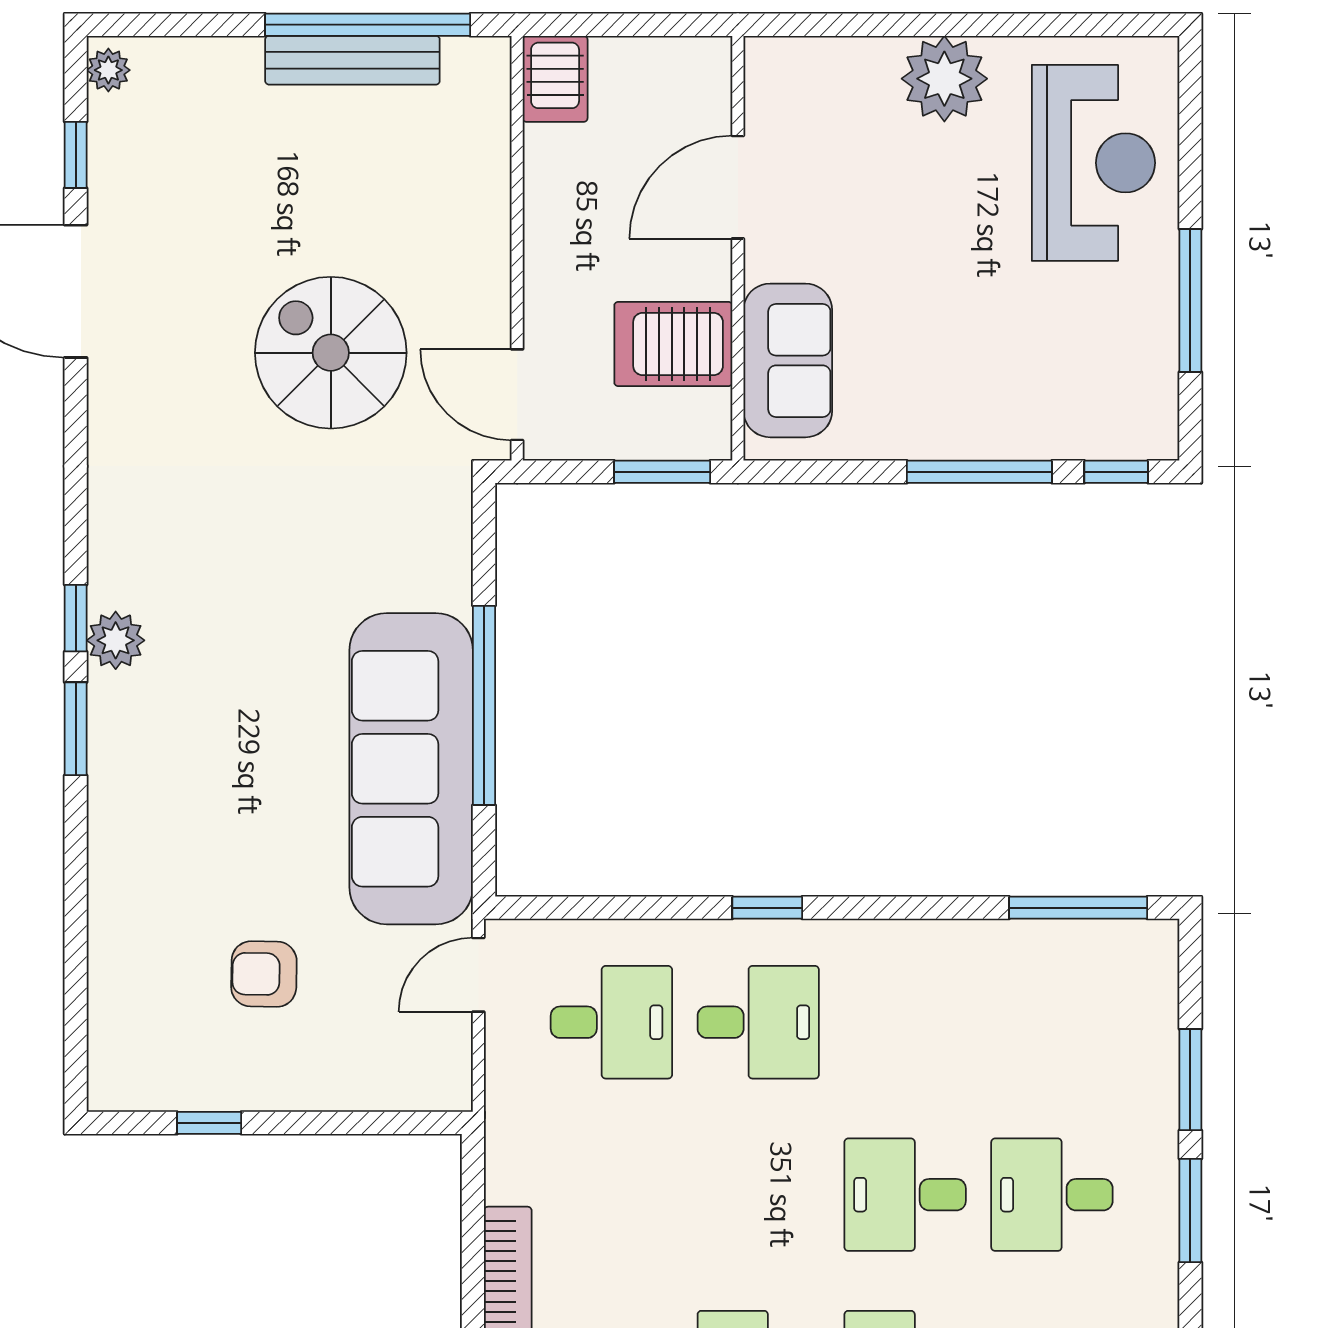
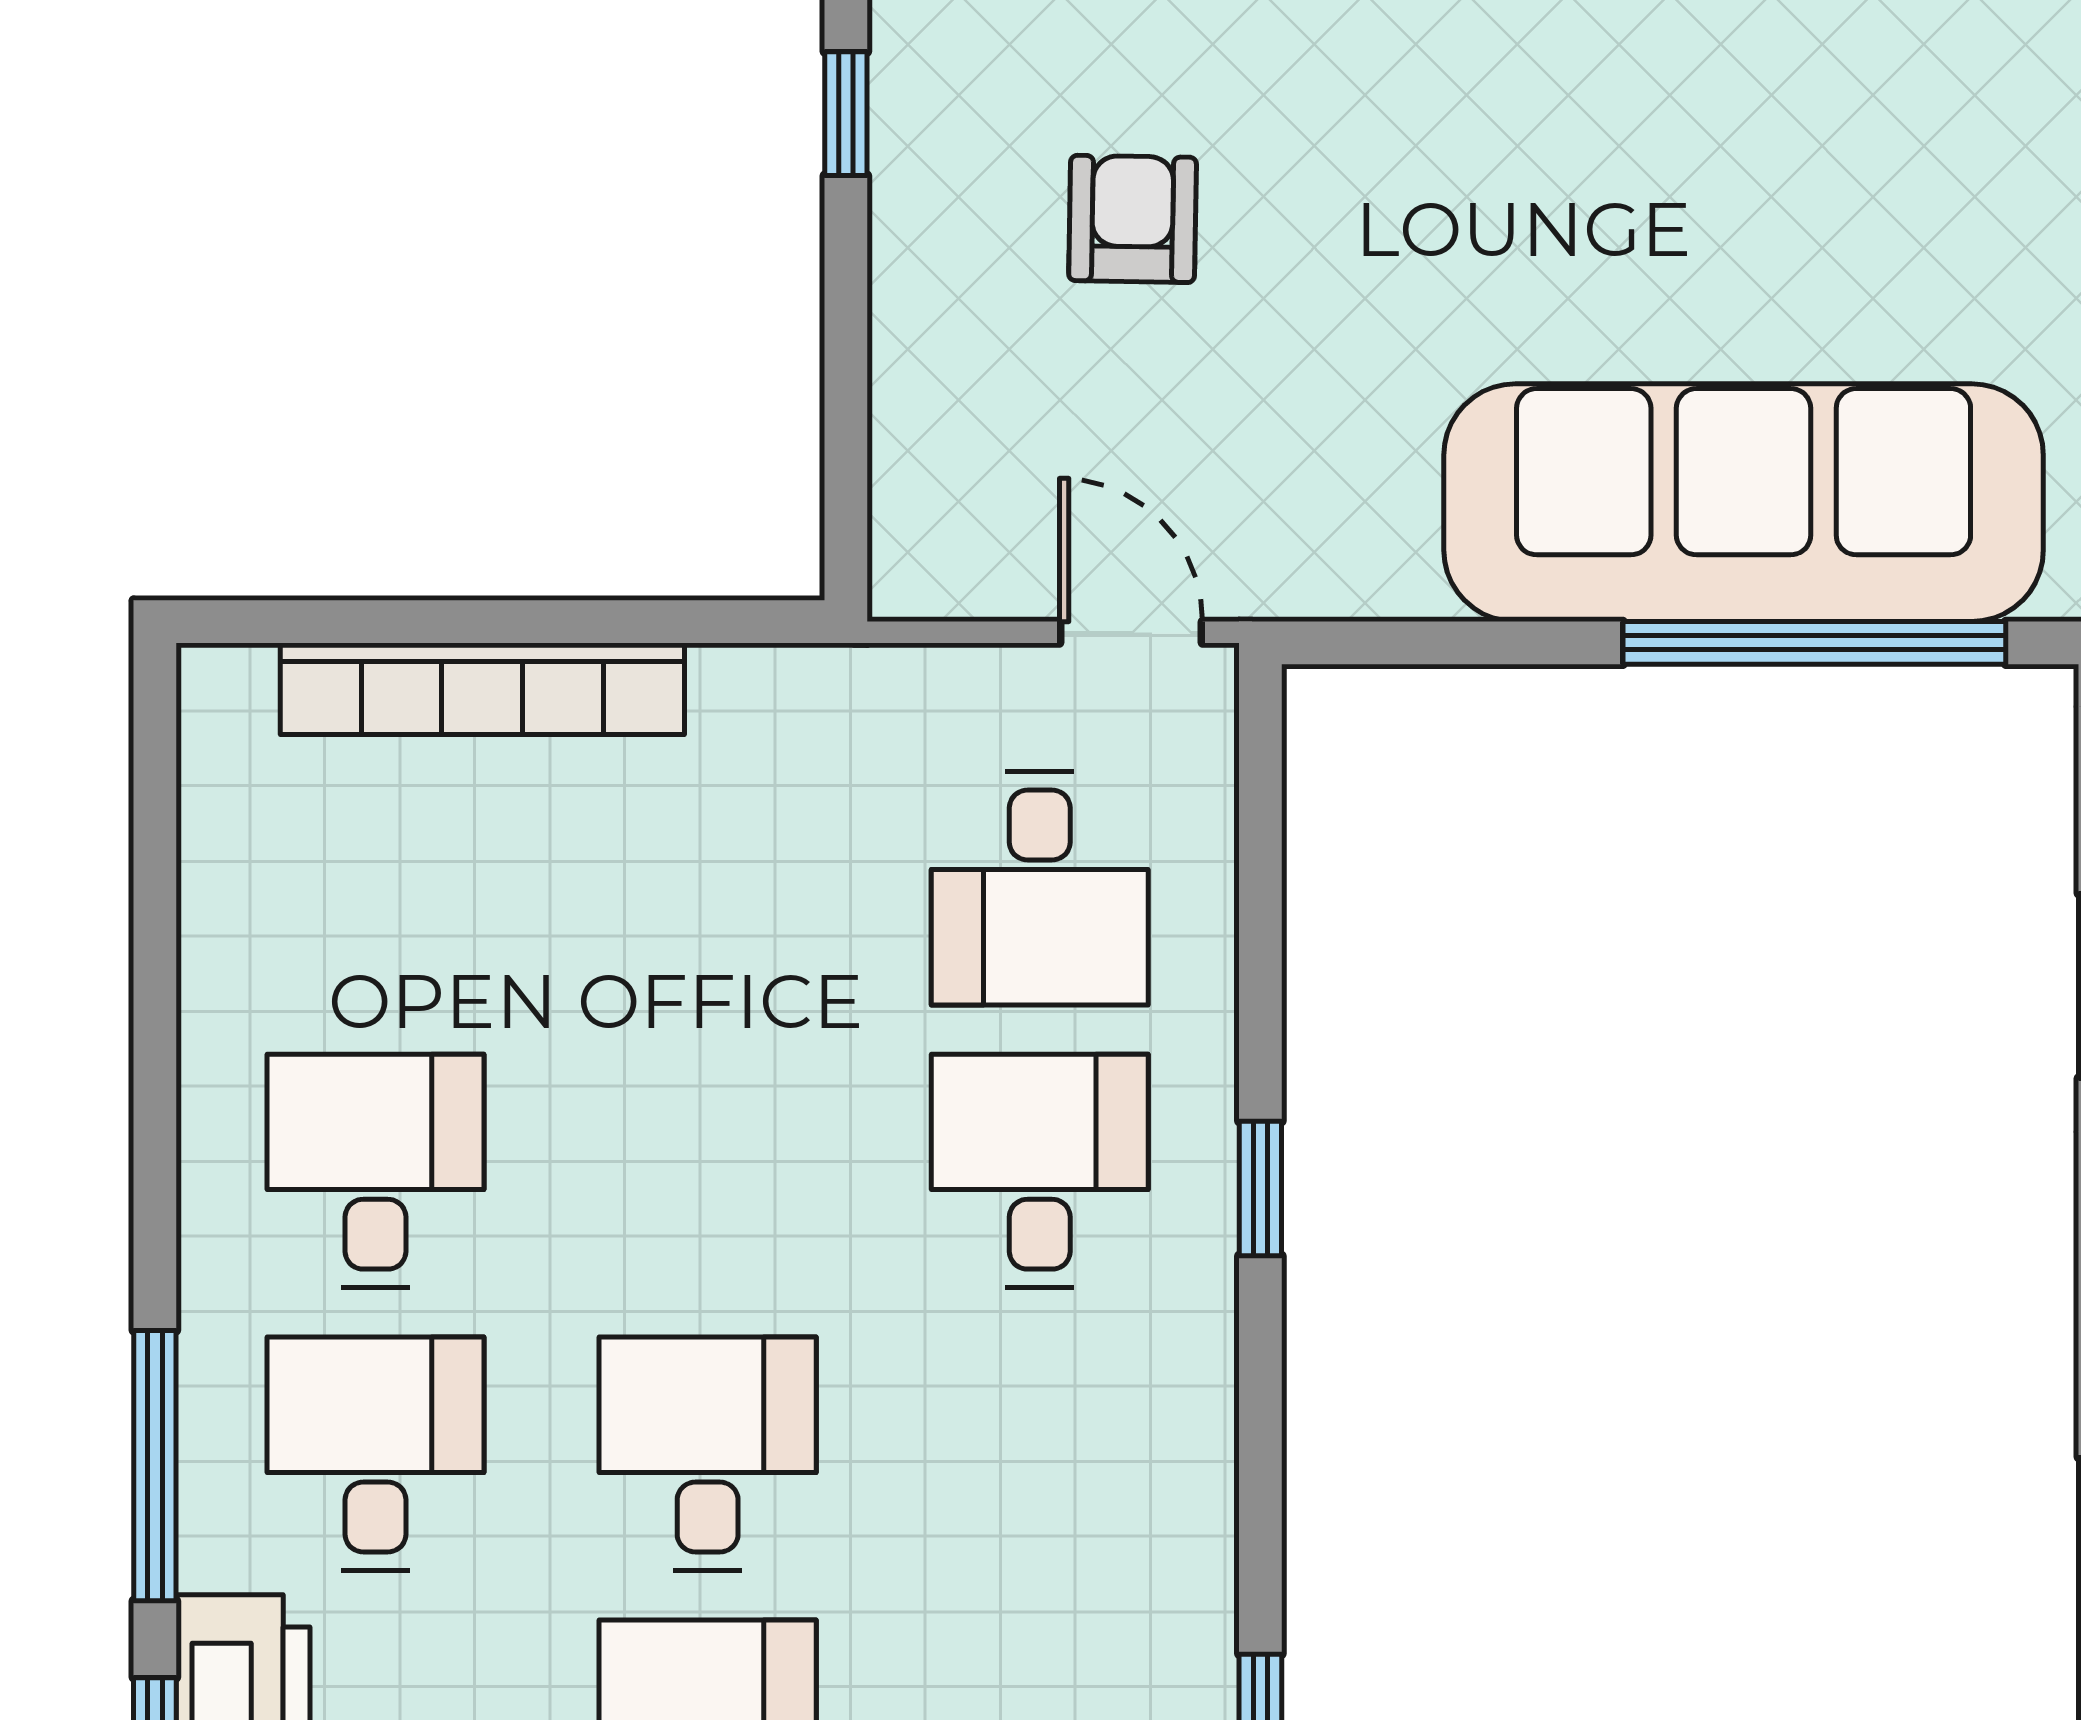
window: (484, 705) -> (1814, 643), moved
sofa: (411, 769) -> (1744, 503), moved
desk: (758, 1022) -> (1040, 1171), turned 180

